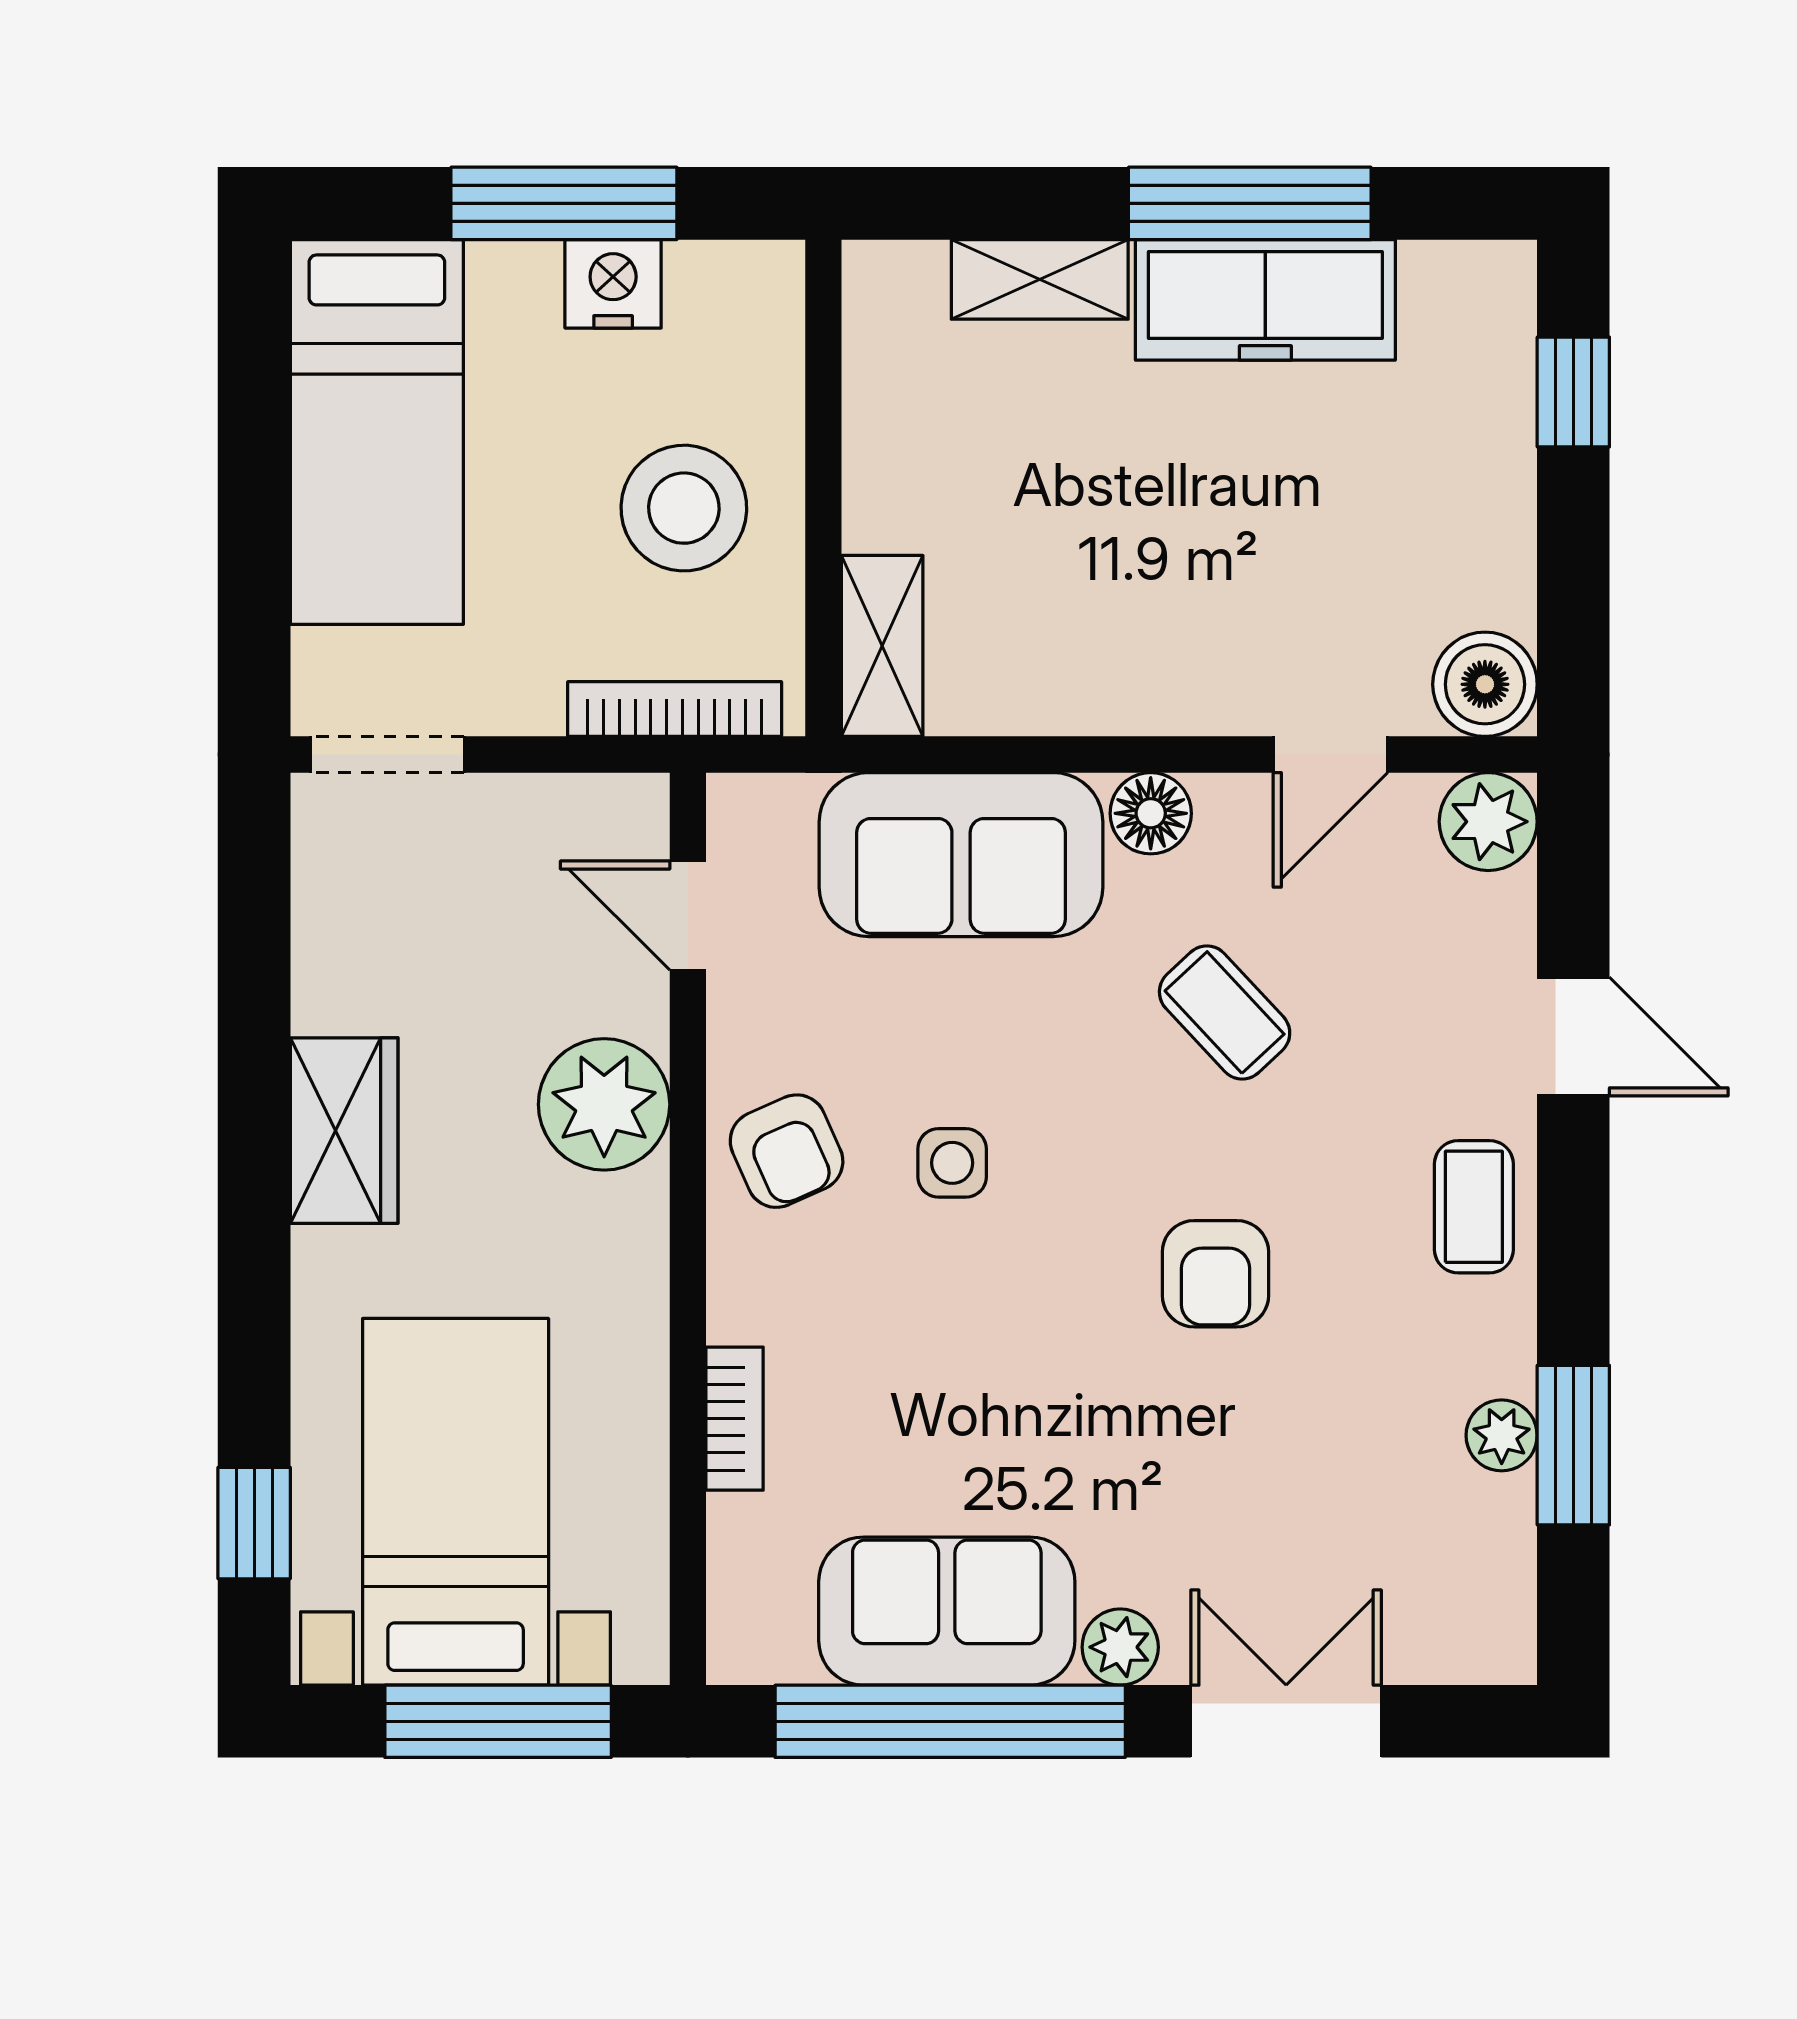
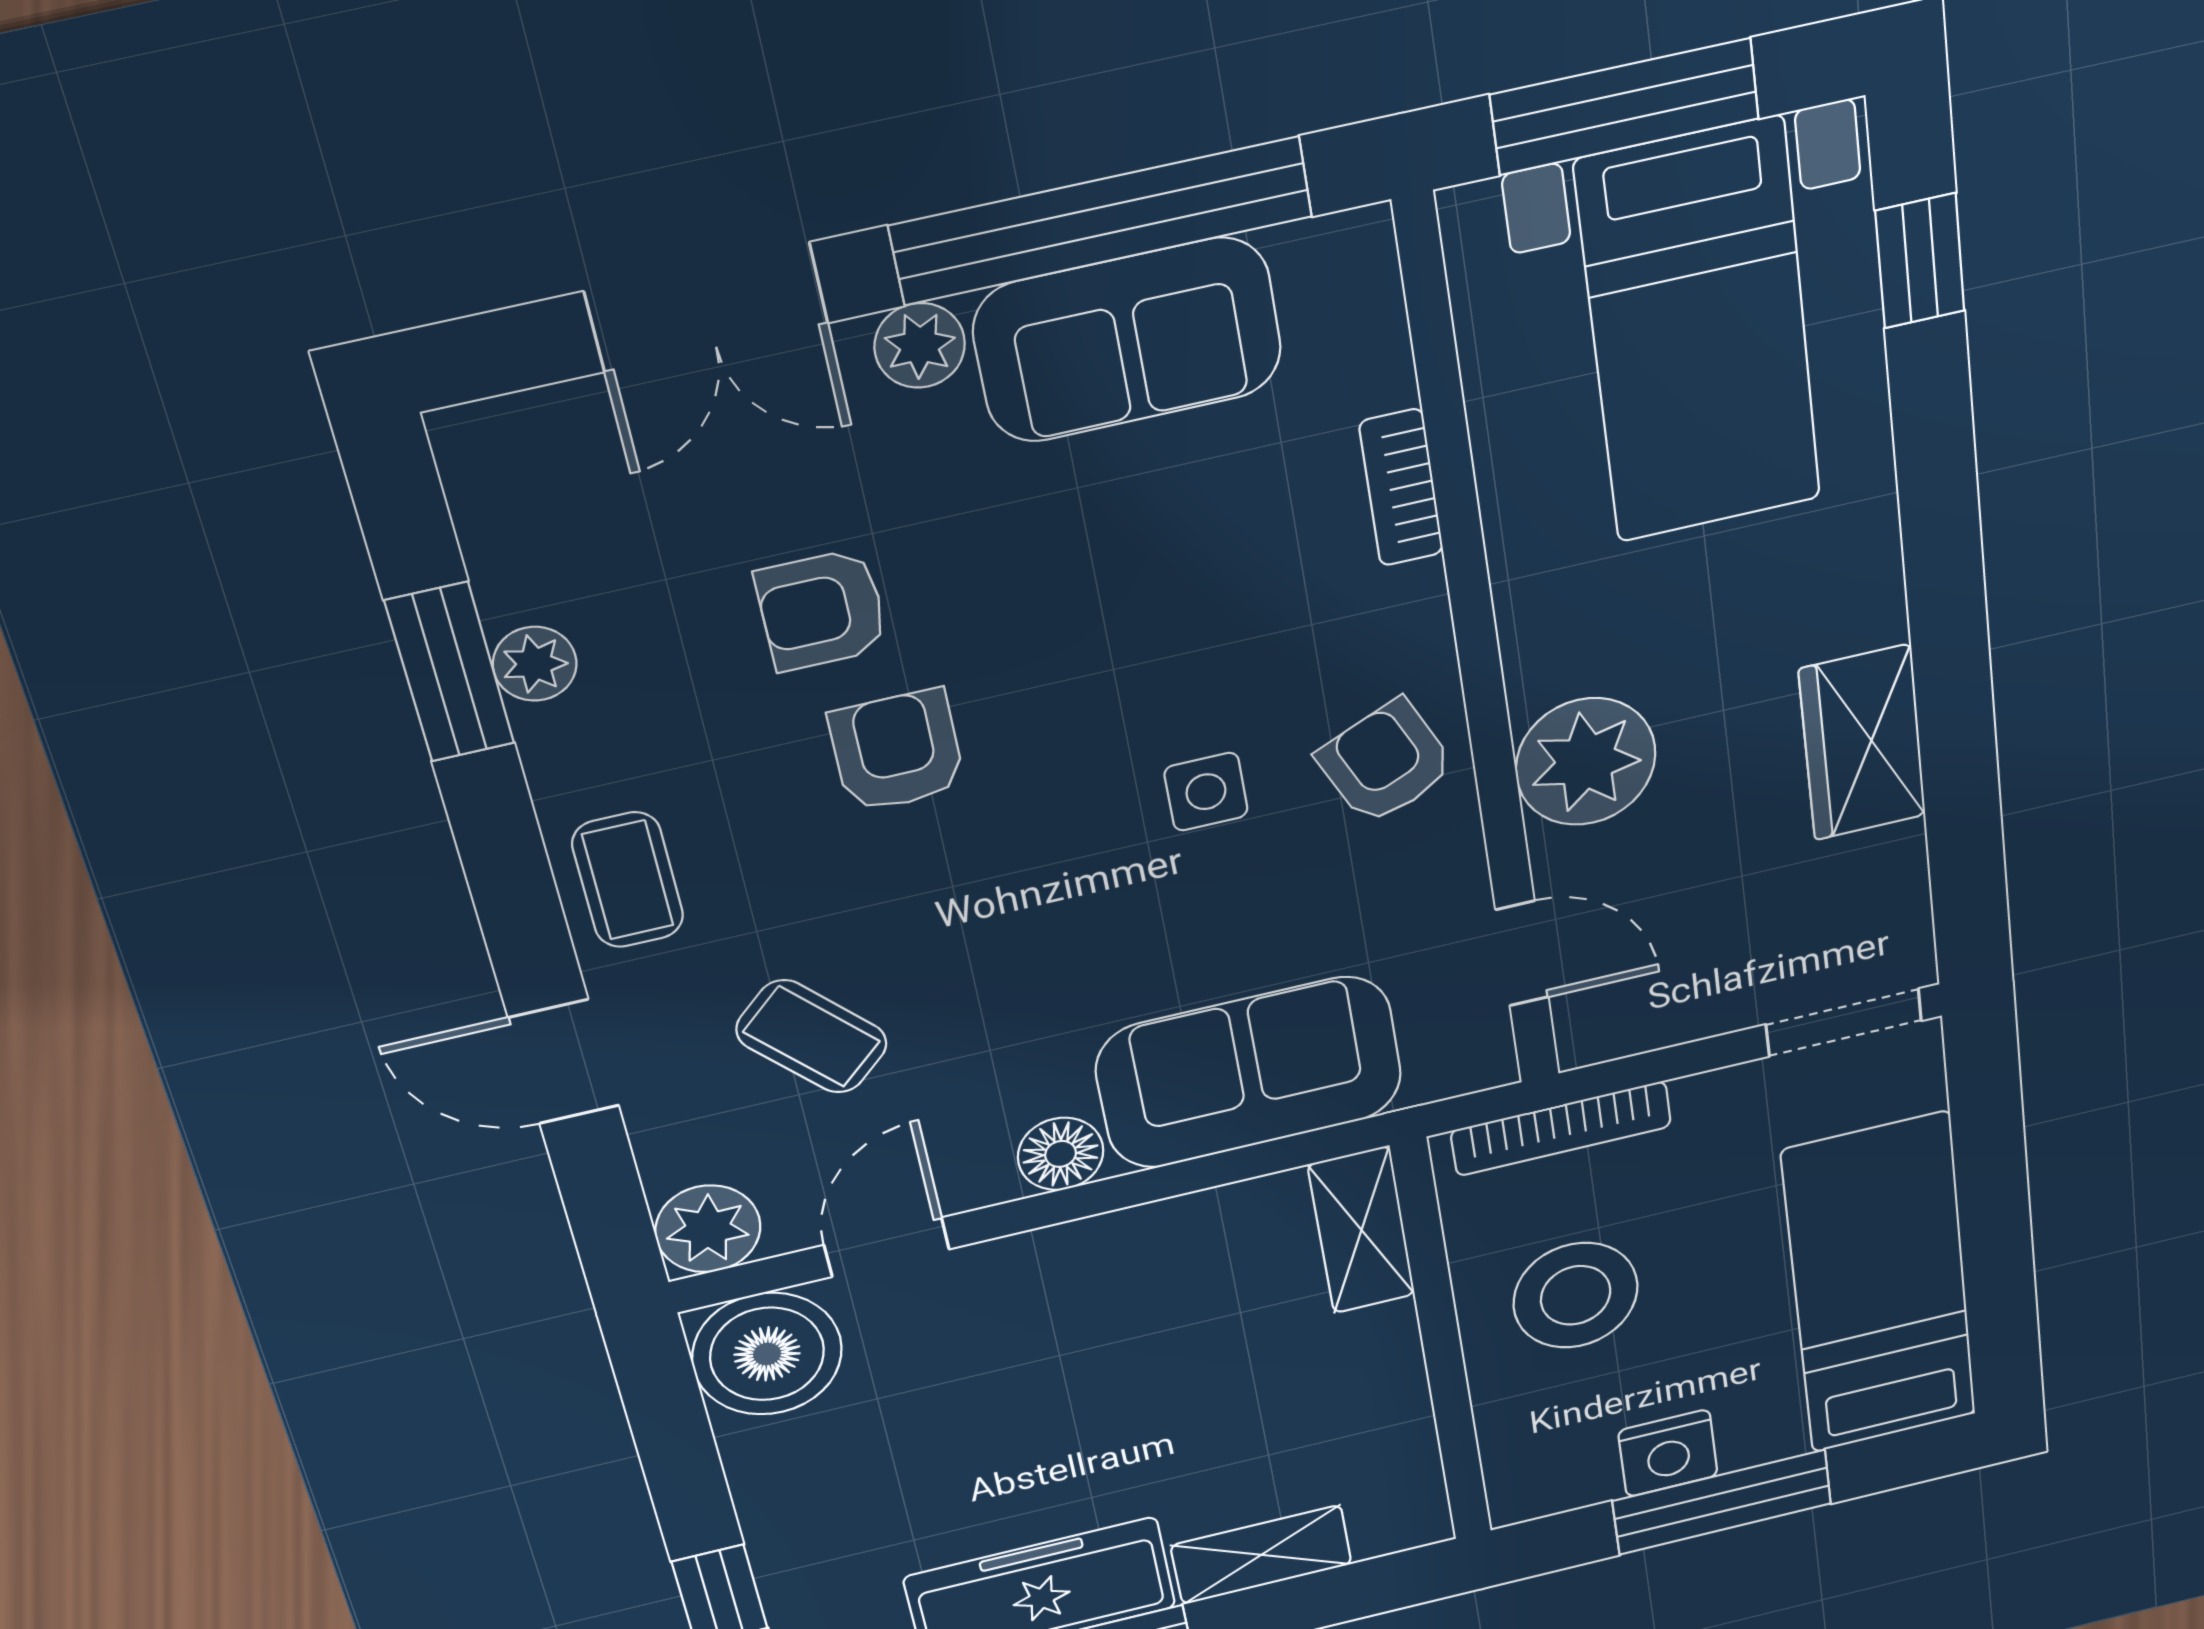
boiler: (1485, 684) -> (767, 1354), width x1.37, depth x1.37
coffee table: (1225, 1012) -> (812, 1037), moved
wardrobe: (344, 1131) -> (1863, 743), moved
armchair: (1251, 1426) -> (822, 610), added

